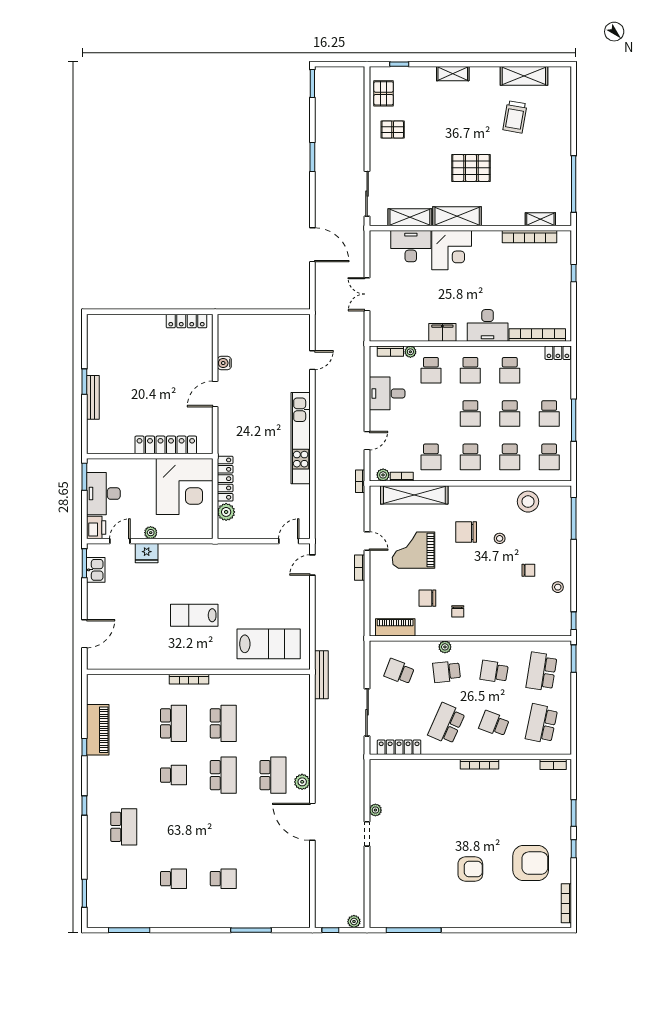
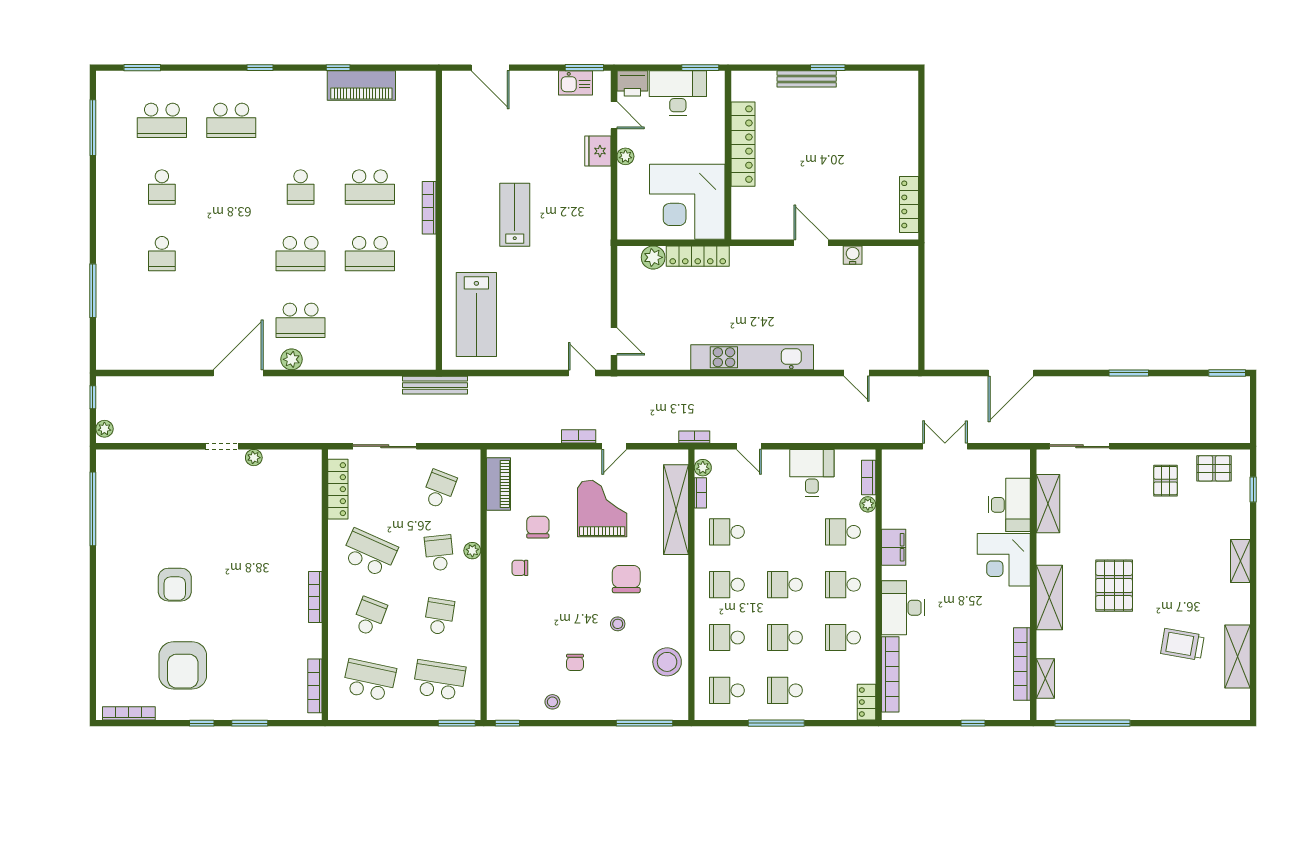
shelving: (457, 216) -> (1049, 597), moved
locker: (166, 445) -> (743, 144), moved
bookcase: (553, 764) -> (315, 686), width x1.56
school desk: (124, 879) -> (162, 120), added

